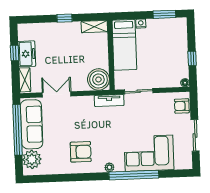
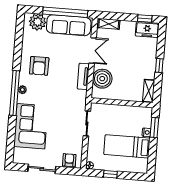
window: (164, 14) -> (154, 127), moved
bed: (124, 45) -> (127, 146), moved
window: (15, 53) -> (145, 18), moved
freezer: (27, 54) -> (147, 30), moved
boiler: (98, 79) -> (102, 79), moved
tv unit: (109, 101) -> (83, 76), moved
window: (134, 175) -> (14, 93), moved

